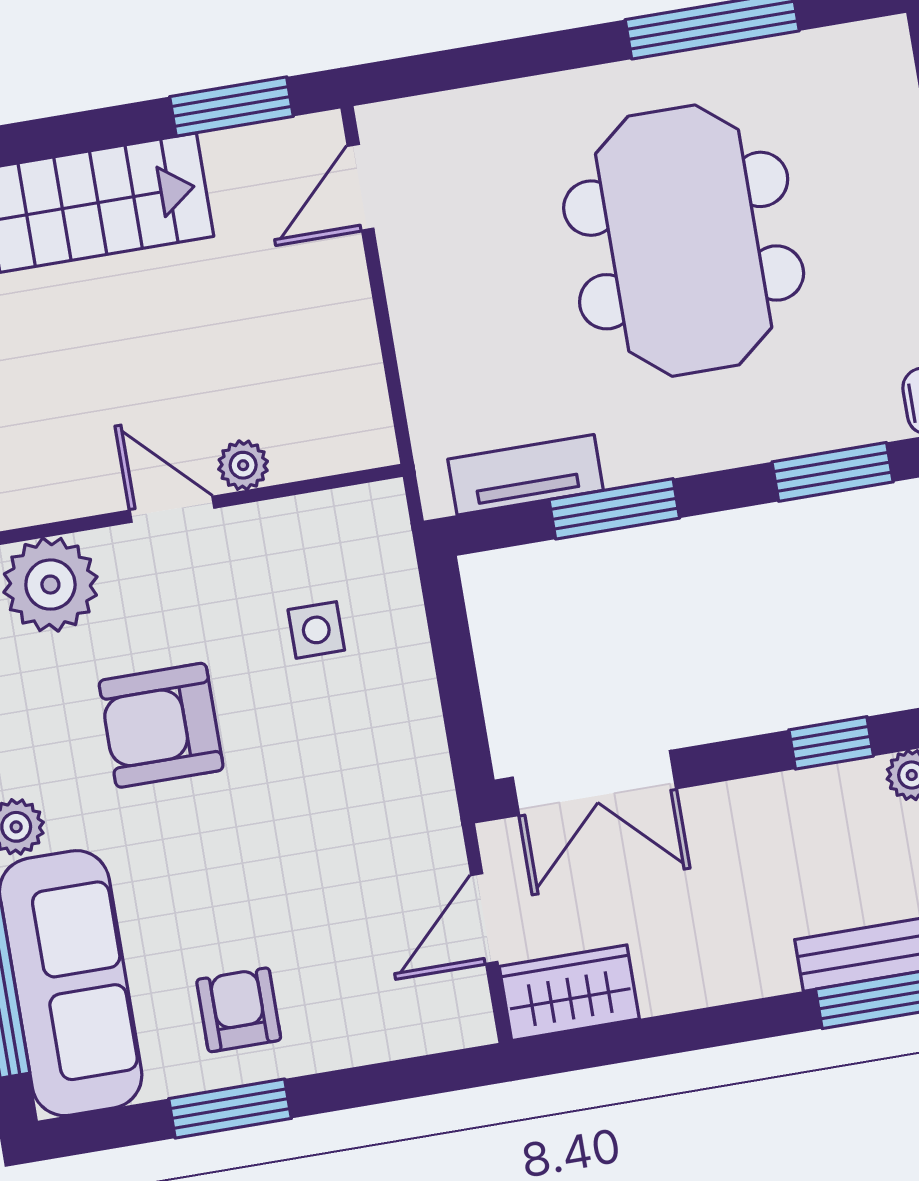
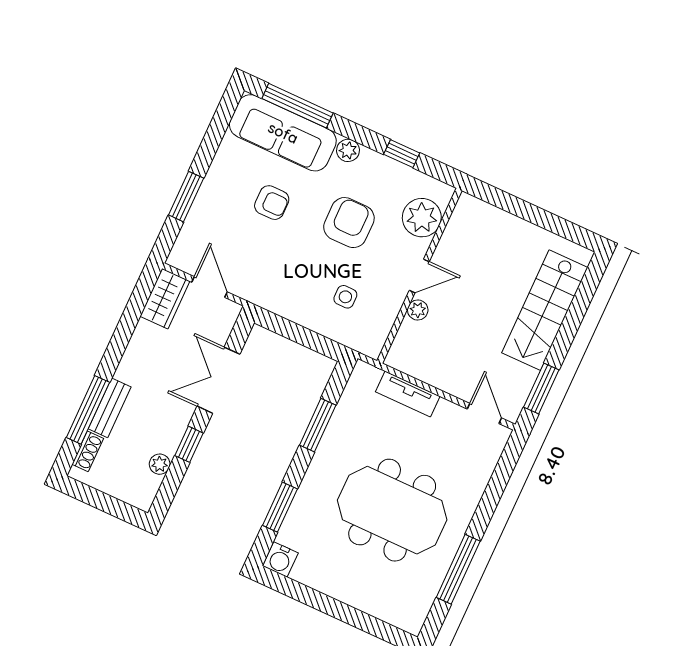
tv unit: (526, 475) -> (408, 394), moved, turned 90
double door: (594, 783) -> (218, 380), moved
armchair: (239, 1010) -> (272, 203), moved
window: (230, 1109) -> (186, 197), moved

